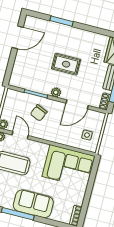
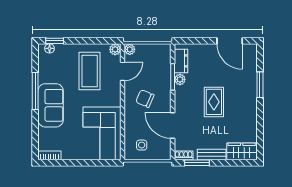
dresser: (24, 83) -> (181, 61), added
plant: (56, 92) -> (180, 79), moved
chair: (39, 113) -> (145, 99), moved

